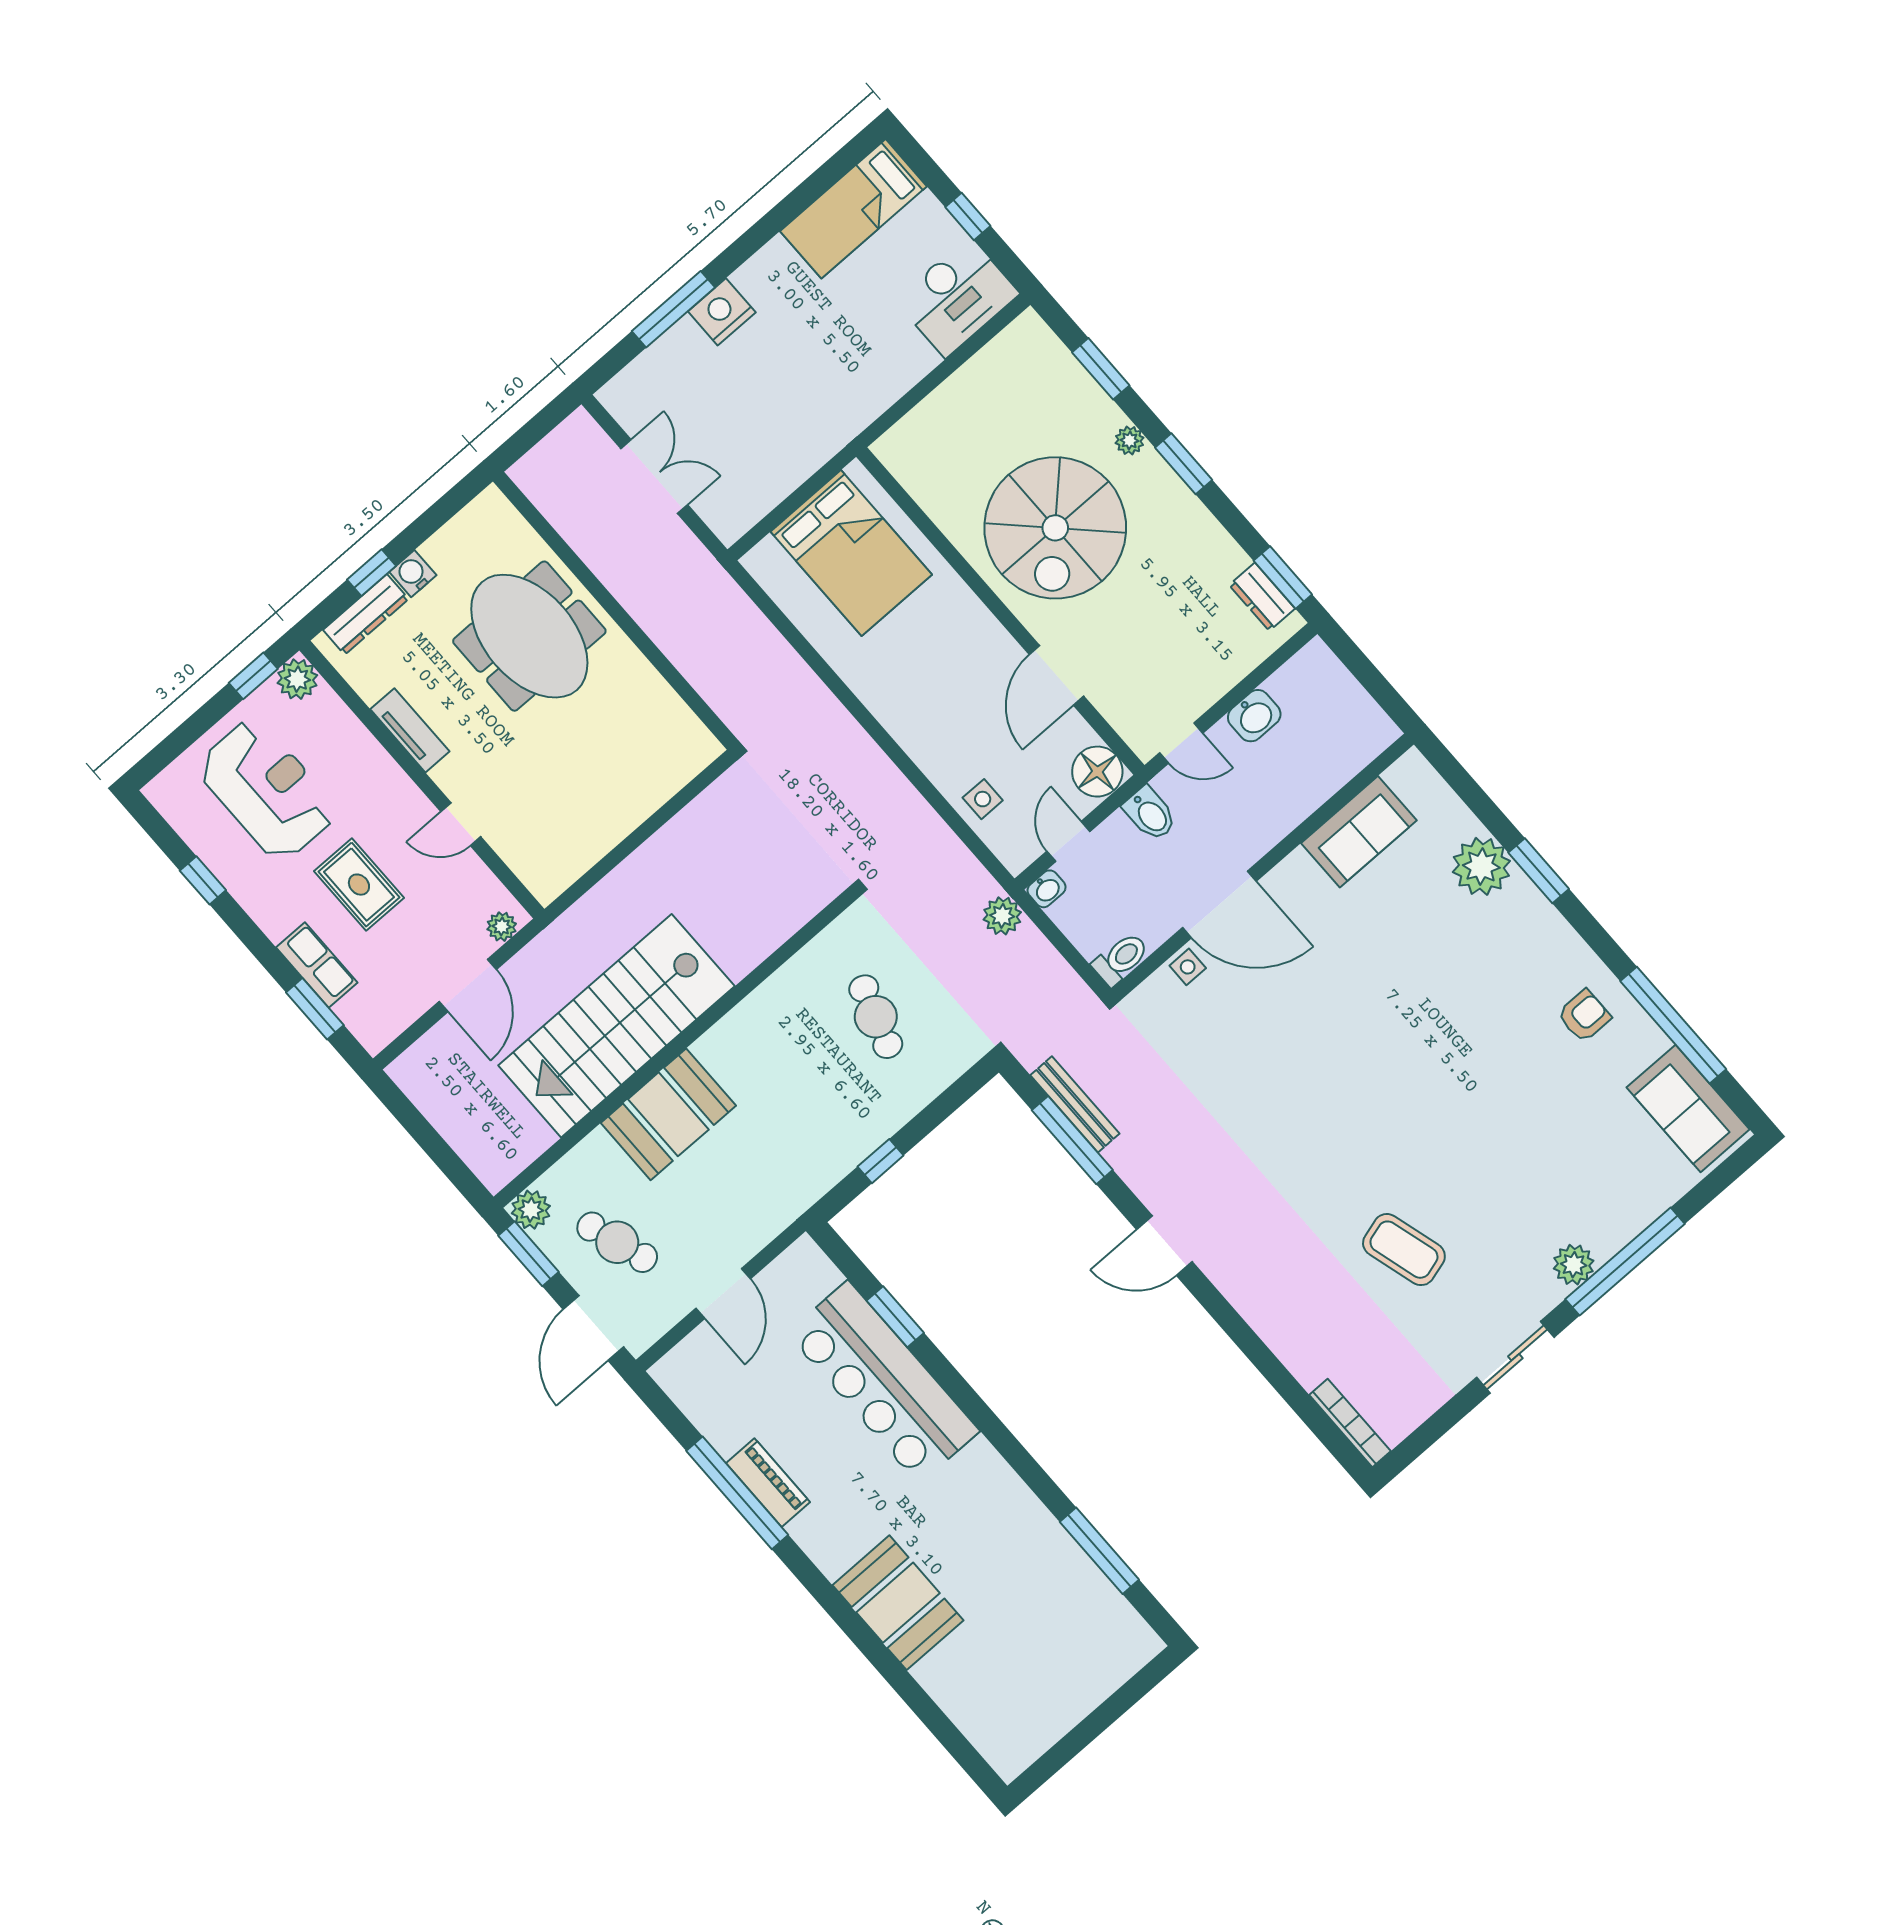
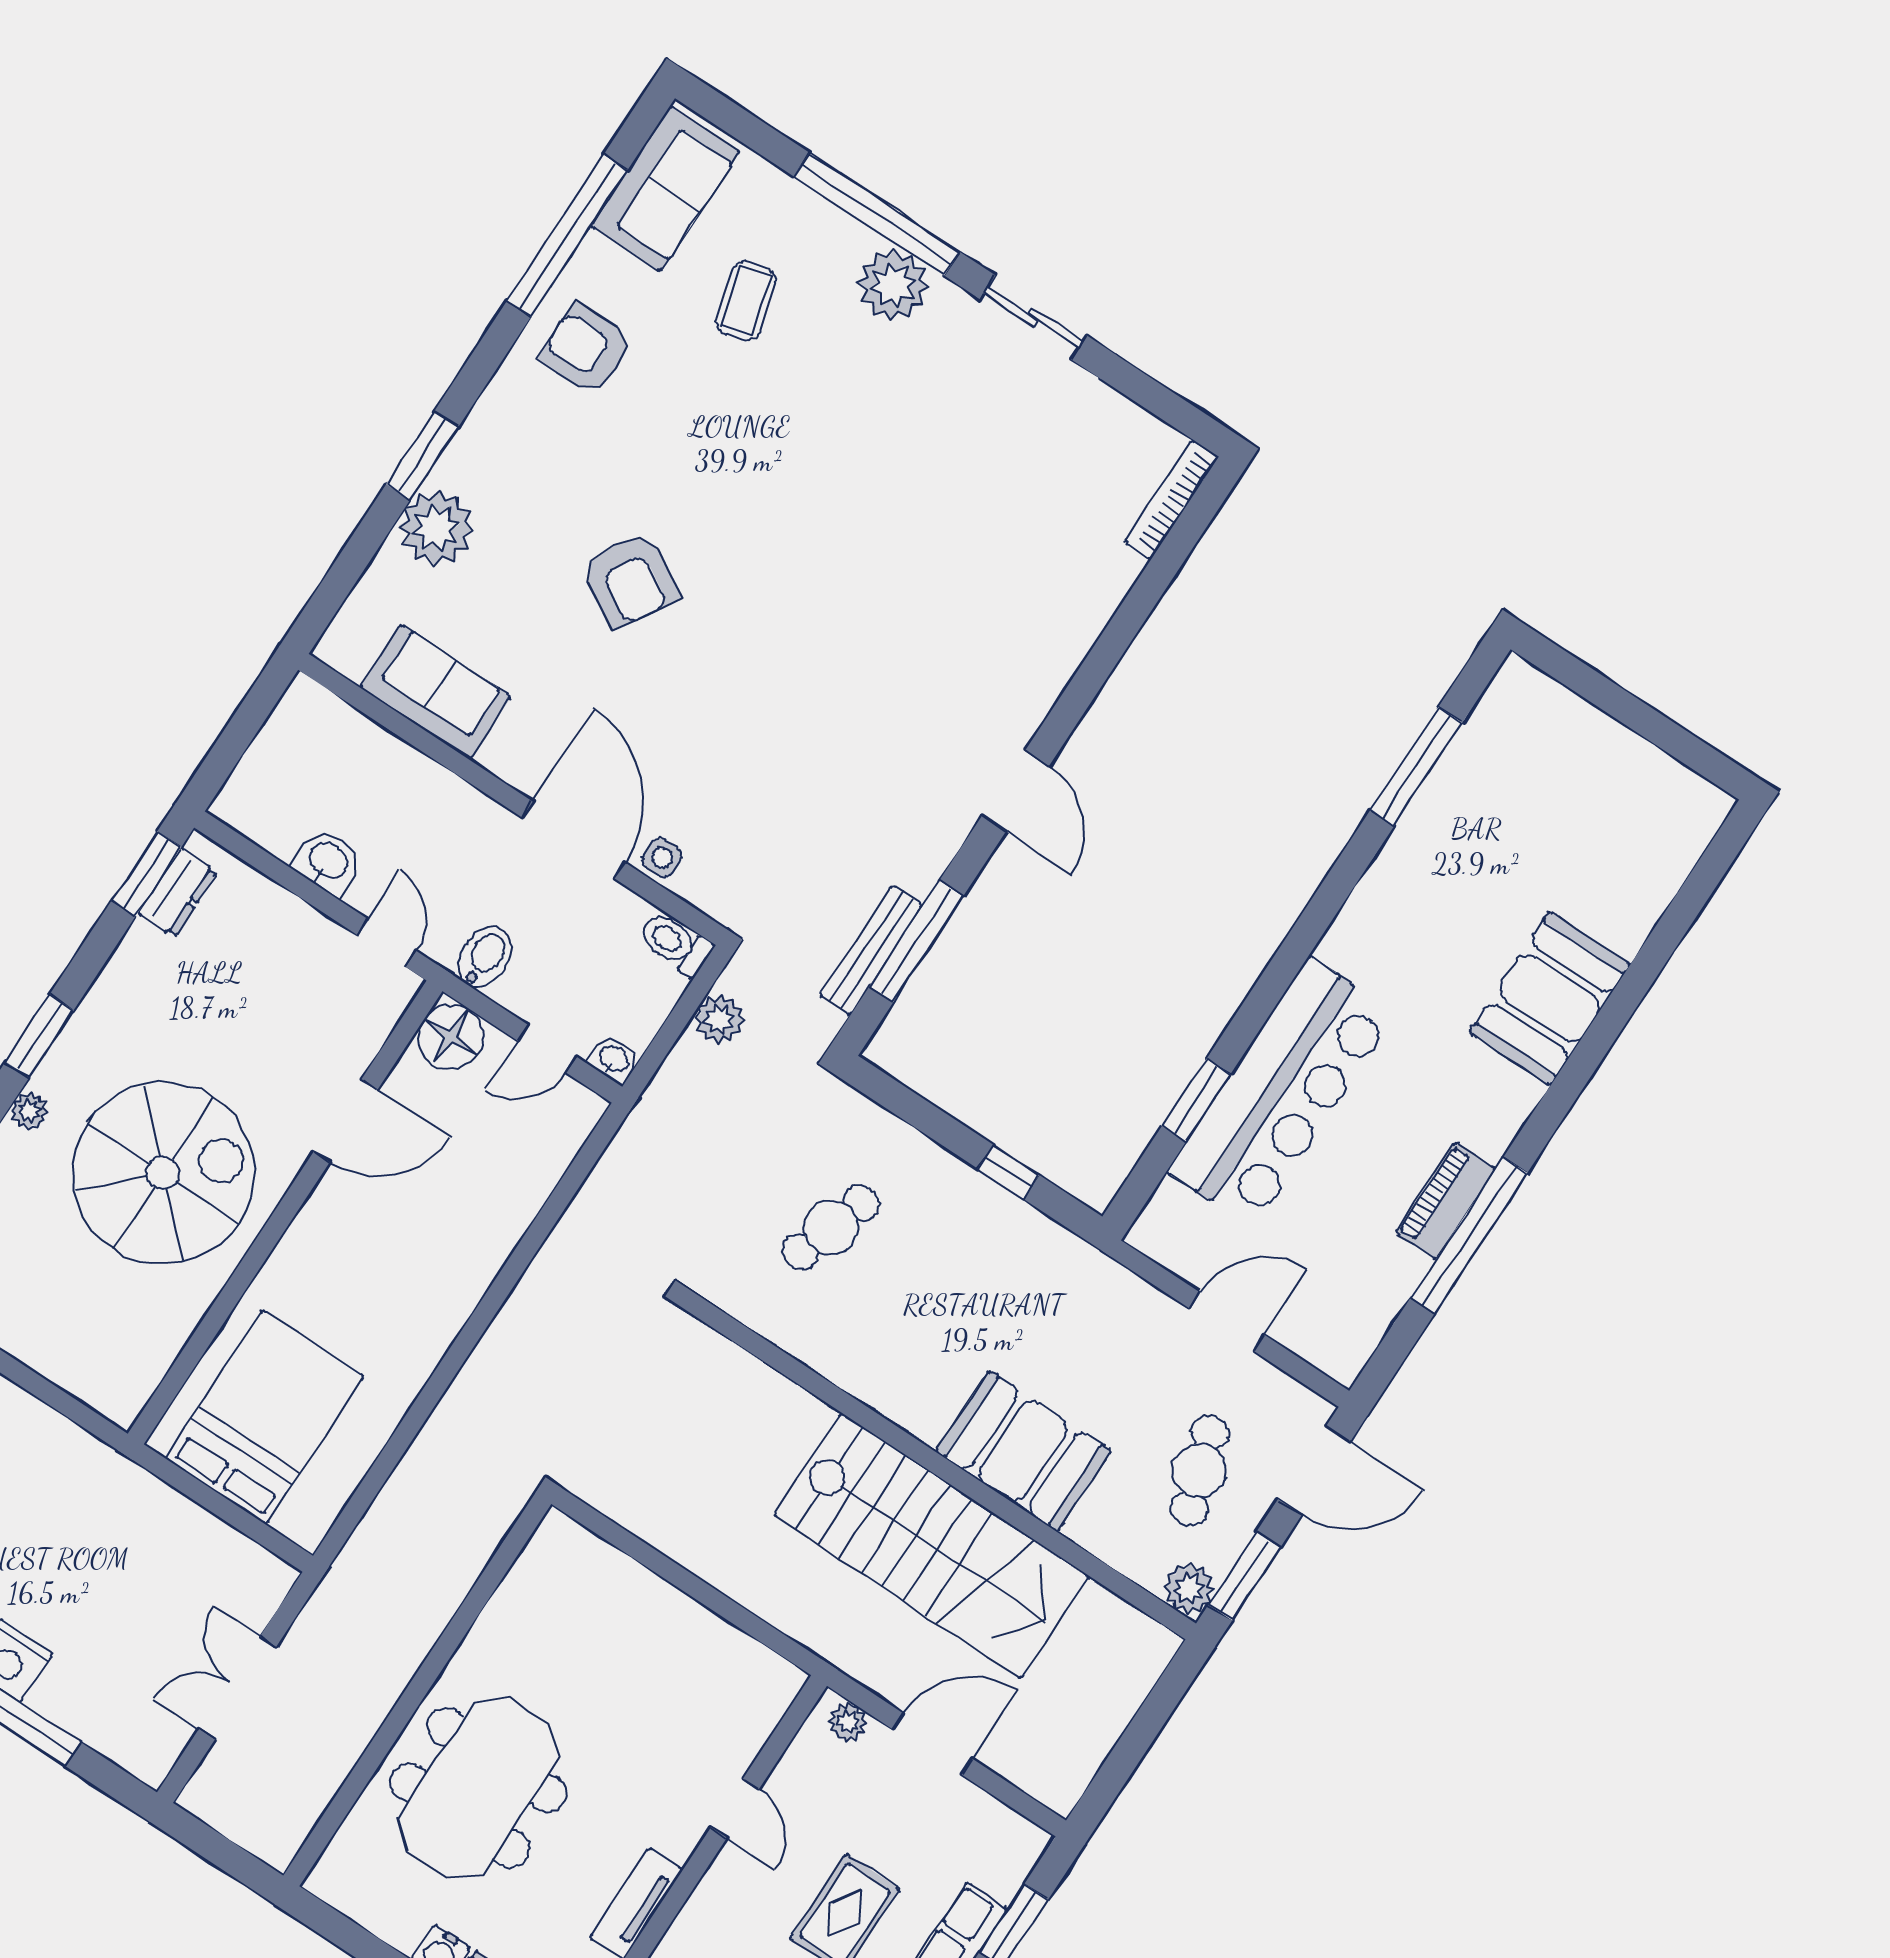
side table: (983, 799) -> (524, 1170), removed
plant: (1002, 916) -> (719, 1019), moved
armchair: (1403, 1001) -> (630, 580), added
armchair: (1584, 1016) -> (586, 349), width x1.38, depth x1.38
coffee table: (1404, 1250) -> (746, 301), moved, width x0.73, depth x0.77
plant: (1574, 1265) -> (893, 285), width x1.36, depth x1.36

